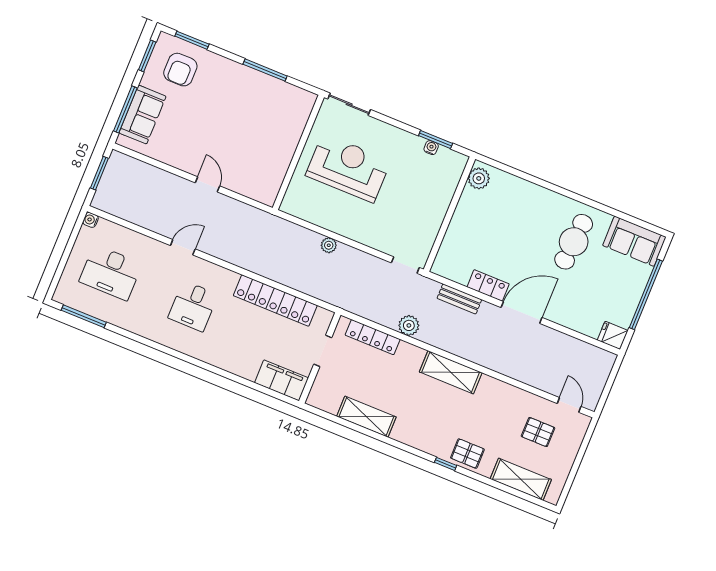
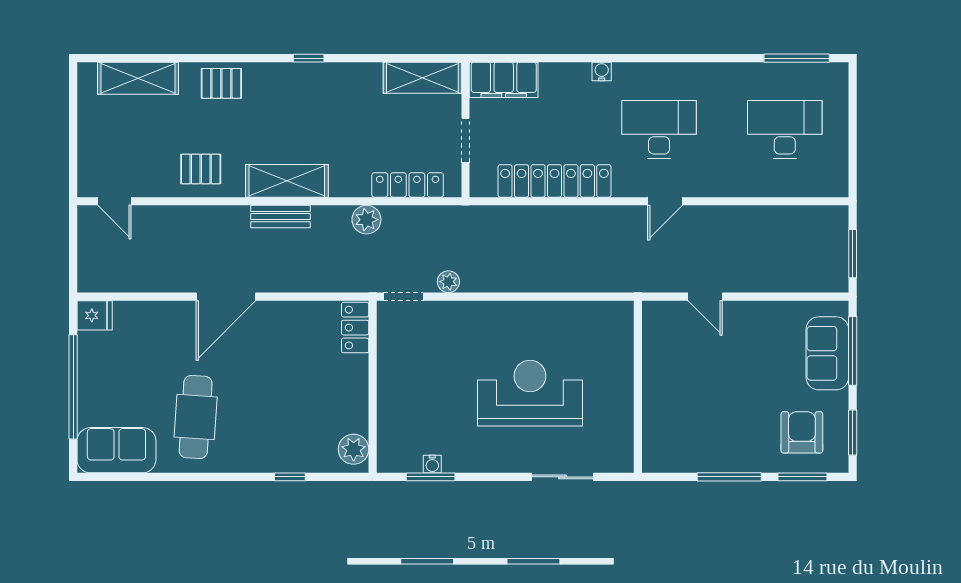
window: (265, 70) -> (729, 477), moved
wall: (298, 152) -> (638, 387), moved
reception desk: (348, 168) -> (530, 393), turned 180
window: (528, 177) -> (290, 477), added
water cooler: (91, 220) -> (602, 72), moved, turned -90
plant: (329, 245) -> (448, 282), moved
door: (183, 247) -> (665, 201), moved
locker: (488, 285) -> (355, 328), moved, turned 90
bench: (459, 299) -> (280, 217), moved
desk: (193, 306) -> (659, 130), width x1.37
shelving: (366, 417) -> (422, 78), moved
pallet: (538, 432) -> (201, 169), moved
window: (446, 464) -> (309, 58), moved

